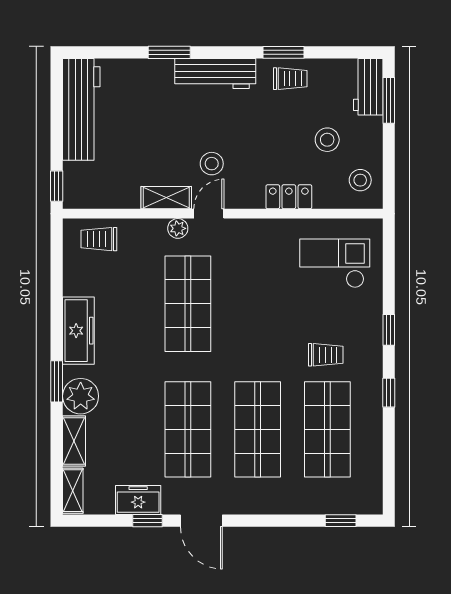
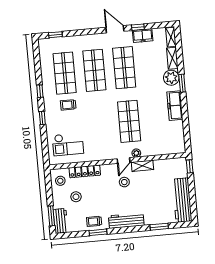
window: (169, 52) -> (159, 227), moved
locker: (289, 197) -> (85, 171), width x1.53
trolley: (99, 239) -> (170, 145), removed

